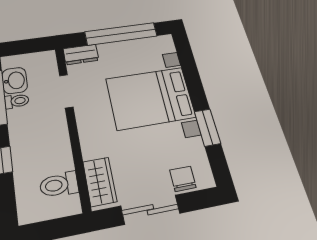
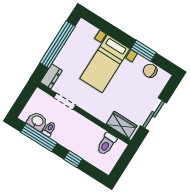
bed with nightstands: (151, 98) -> (105, 64), width x0.73
chair: (183, 179) -> (150, 71), moved

